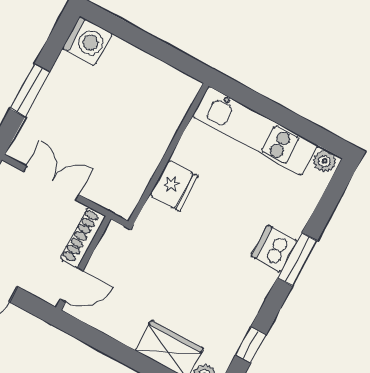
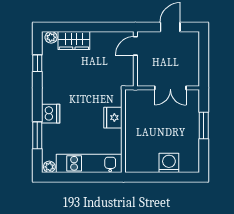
washing machine: (87, 41) -> (169, 163), moved, turned 90
shoe rack: (83, 237) -> (142, 71), removed
window: (297, 259) -> (37, 135), moved

